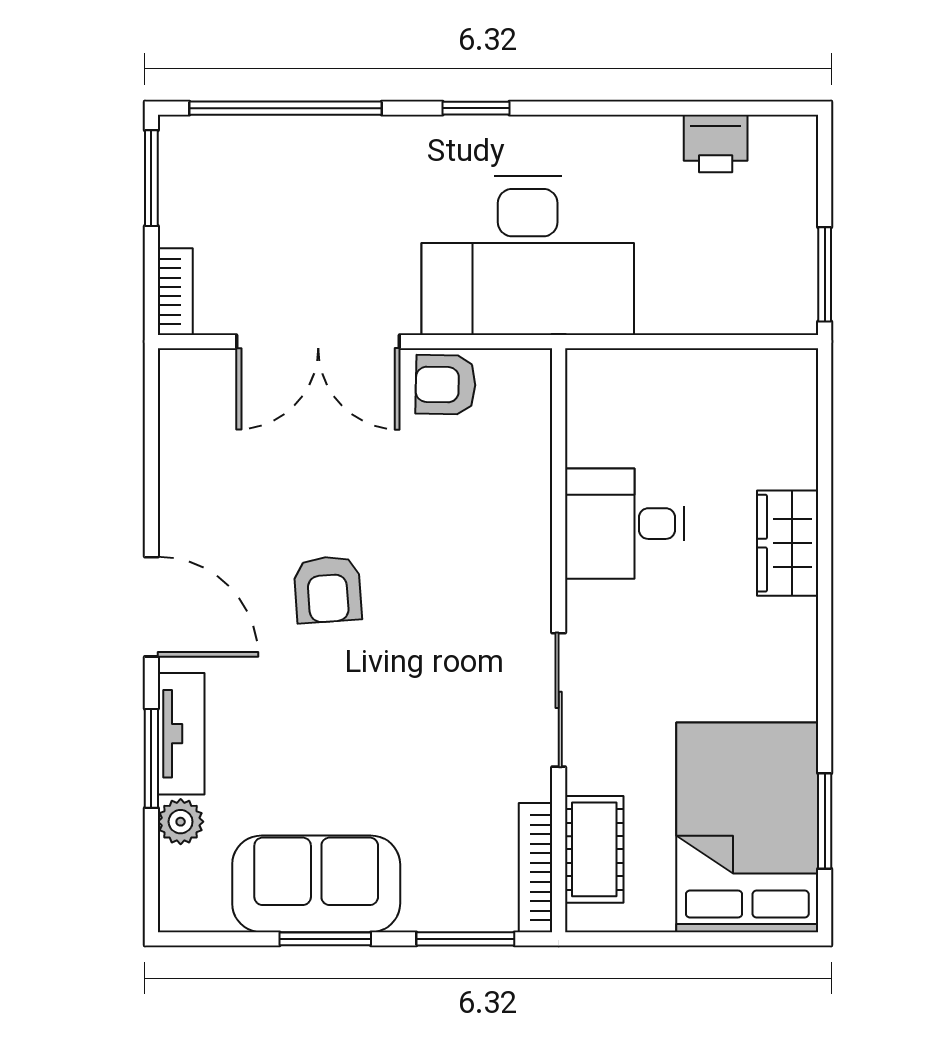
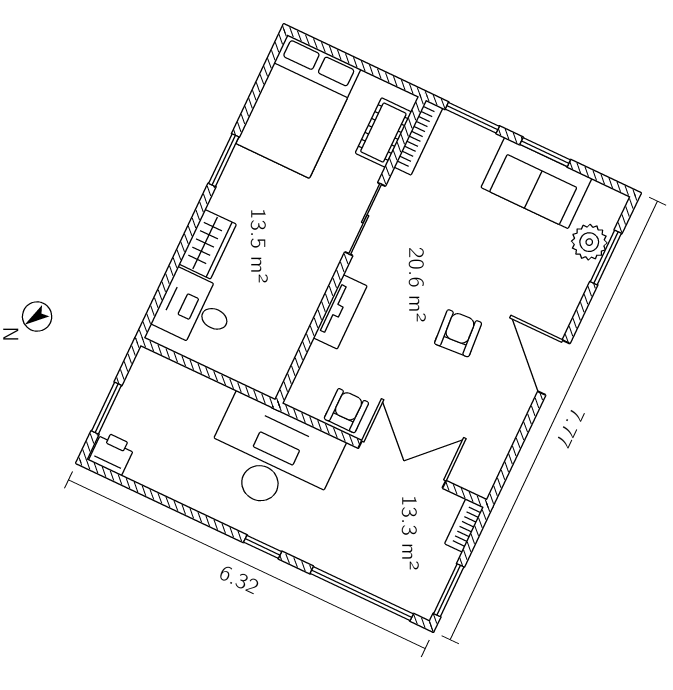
printer: (716, 144) -> (112, 453), moved
window: (825, 274) -> (107, 408), moved
armchair: (446, 385) -> (346, 411), turned -91
desk: (625, 524) -> (195, 310), moved, turned 180
tv unit: (181, 734) -> (340, 312), moved, turned 180
window: (151, 758) -> (606, 258), moved
window: (825, 821) -> (224, 160), moved
plant: (181, 822) -> (589, 242), width x1.38, depth x1.38

